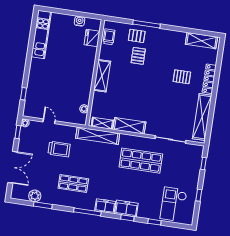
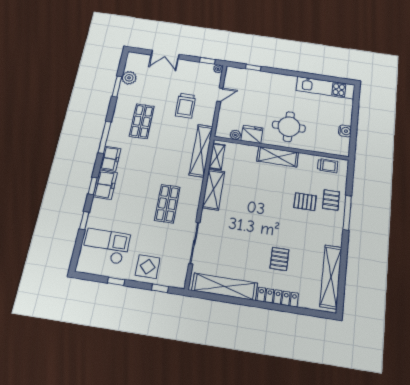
fridge: (92, 38) -> (252, 134), moved
shelving: (201, 41) -> (331, 277), width x1.47
round table: (76, 66) -> (289, 127), added
shop shelf: (141, 161) -> (167, 204), width x0.70, depth x0.74
double door: (13, 167) -> (165, 55), width x0.73
display table: (188, 173) -> (148, 267), added

